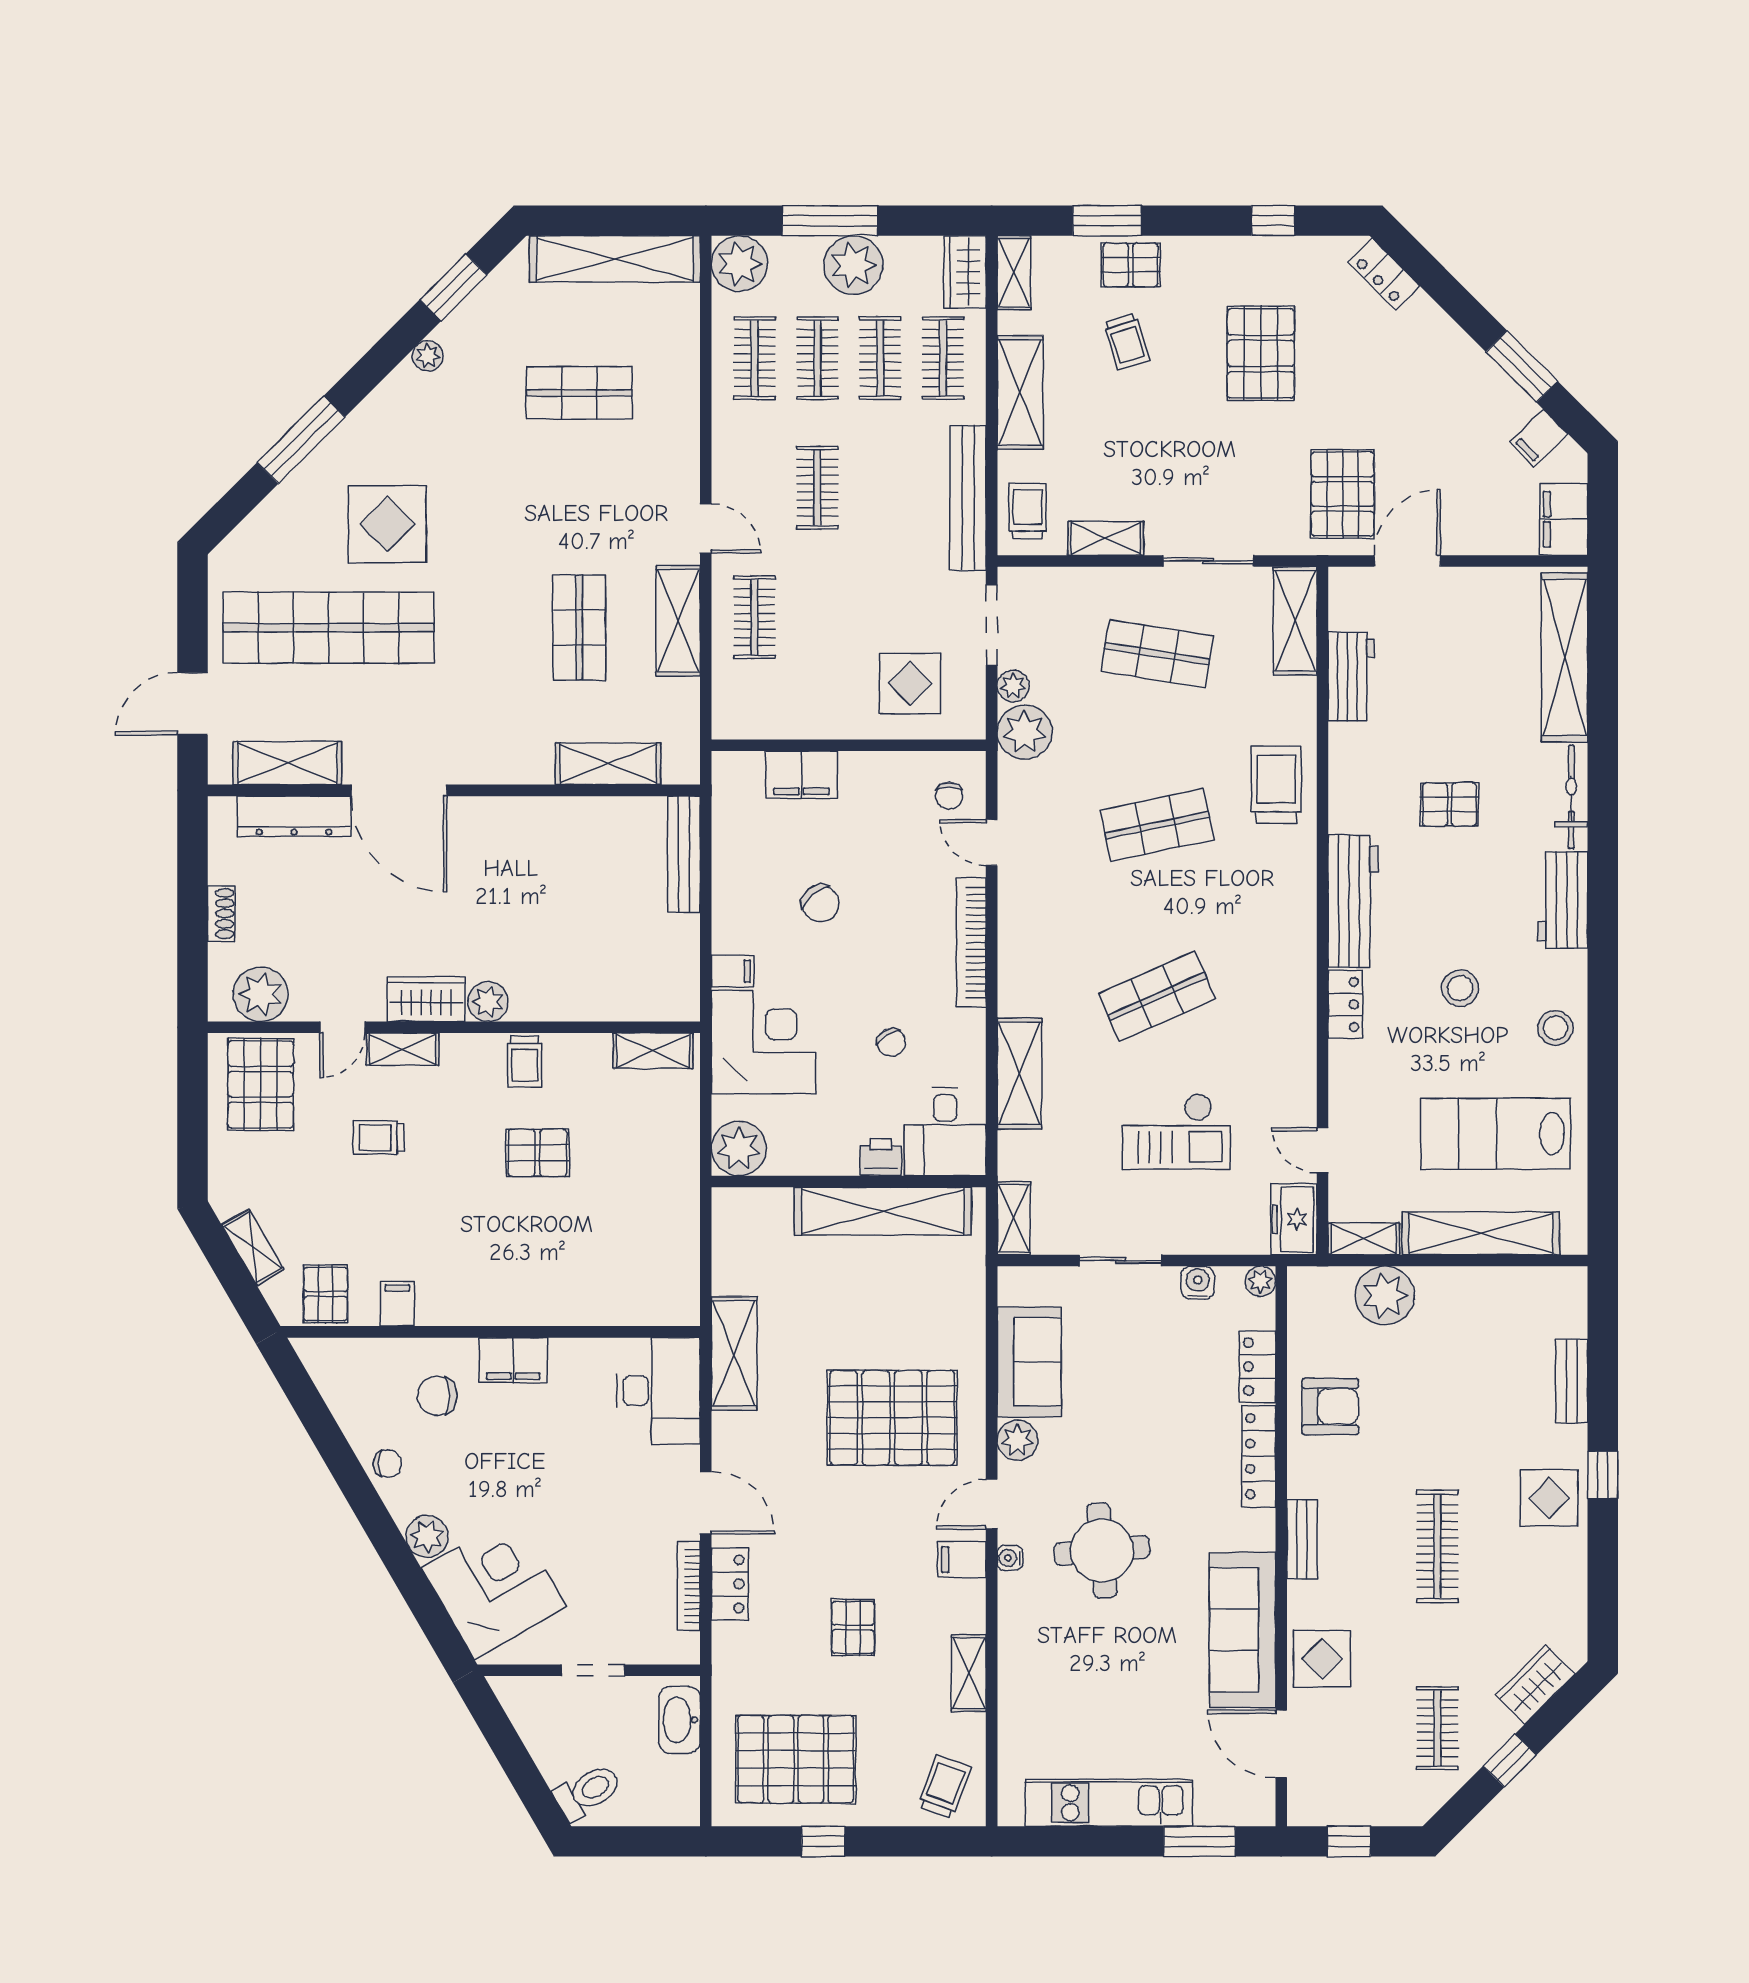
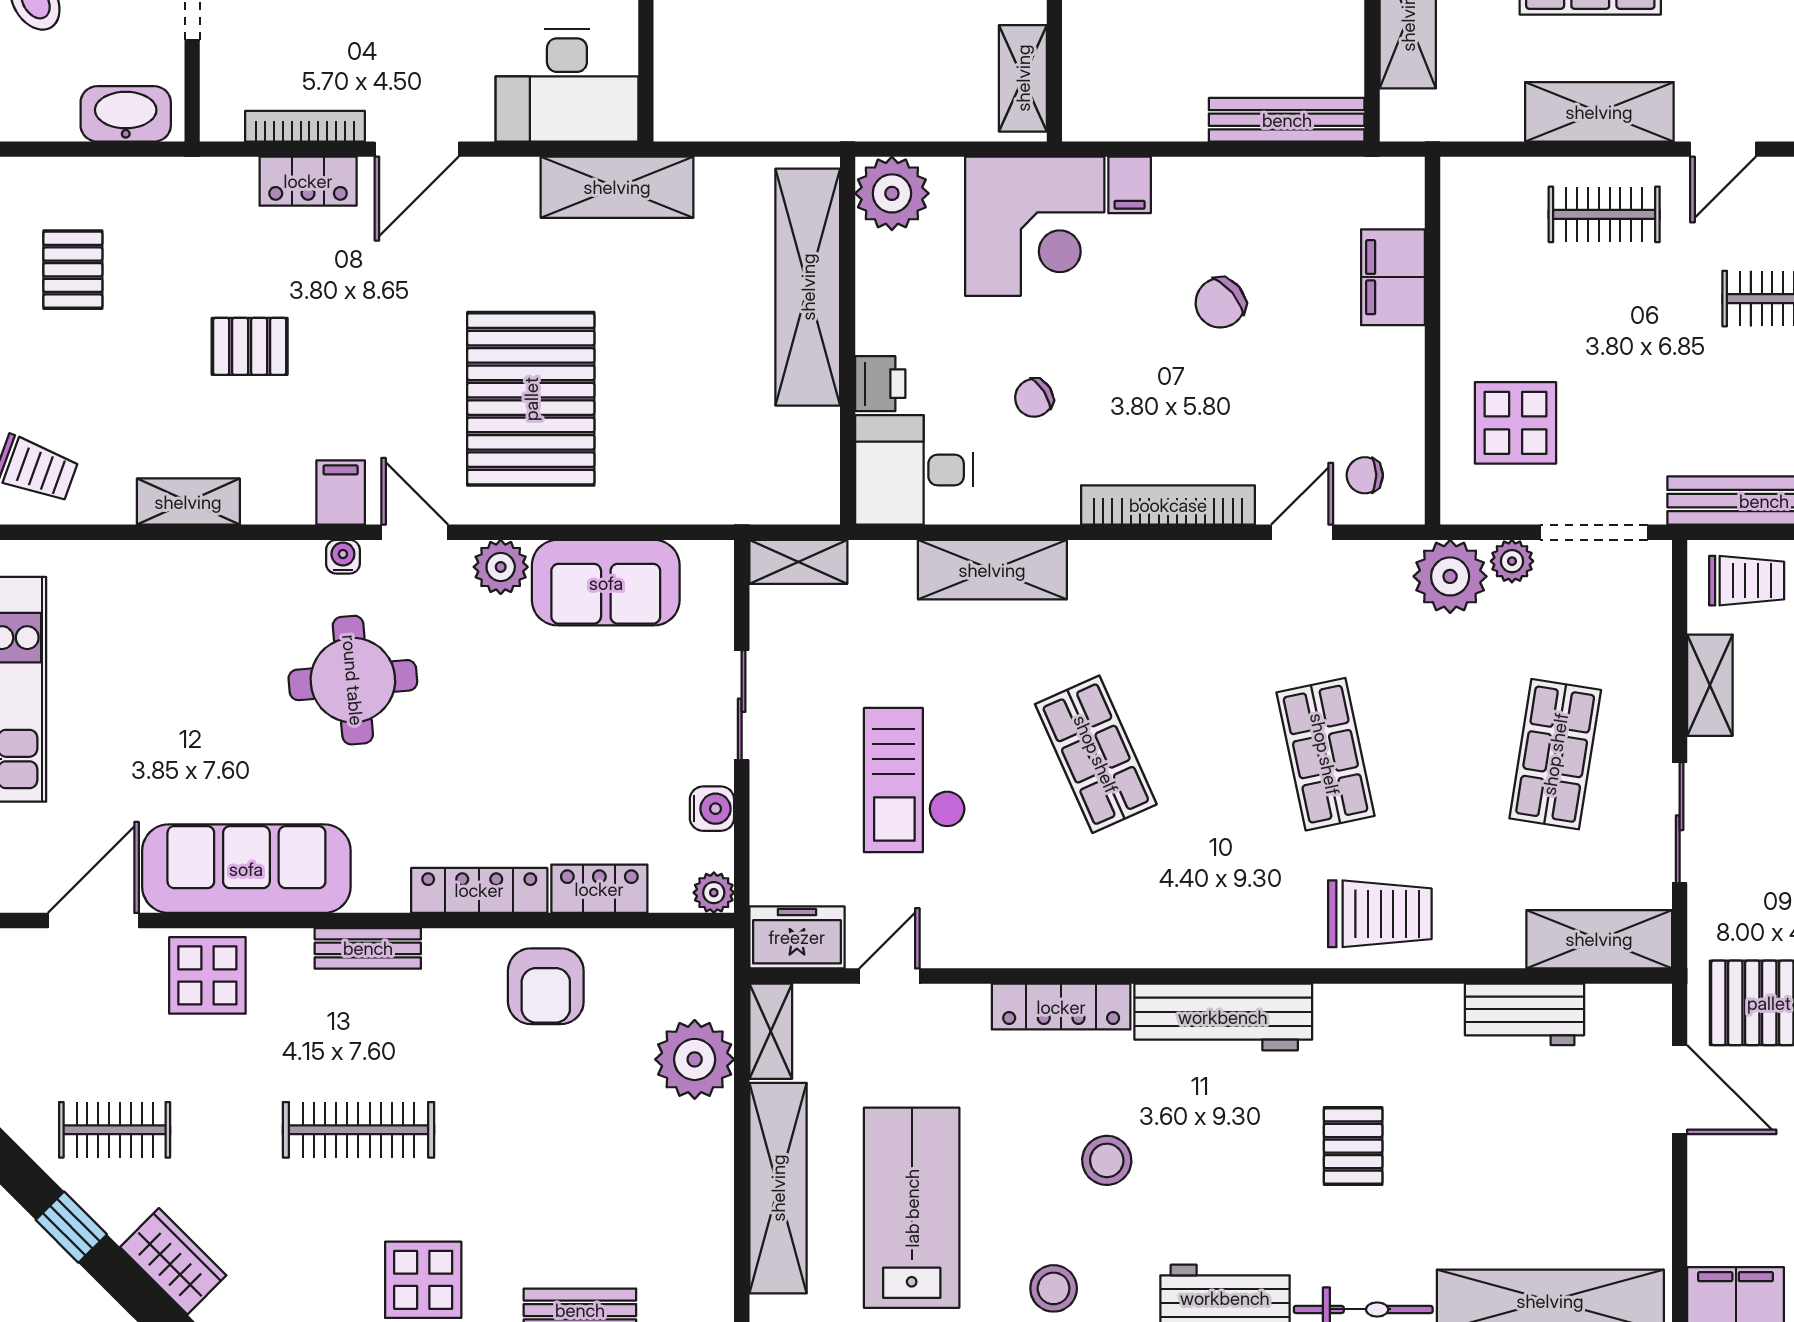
locker: (1345, 1004) -> (1061, 1007), width x1.53
shelving: (883, 1211) -> (808, 287), moved
pallet: (796, 1759) -> (73, 270), width x0.49, depth x0.50

